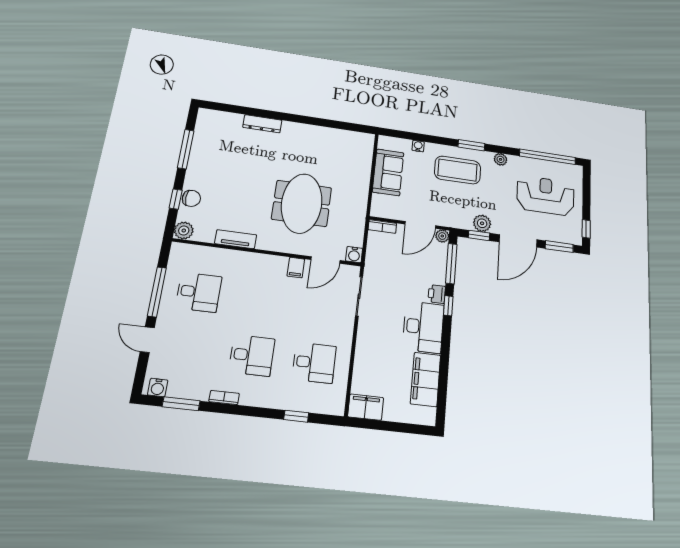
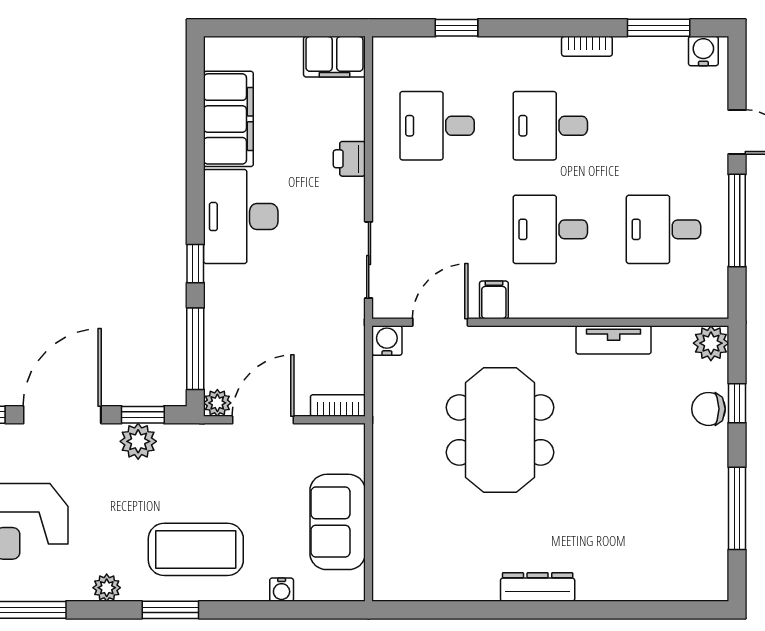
dresser: (262, 124) -> (538, 587), moved
printer: (437, 294) -> (349, 159), moved, turned 180
desk: (260, 300) -> (550, 229), added

